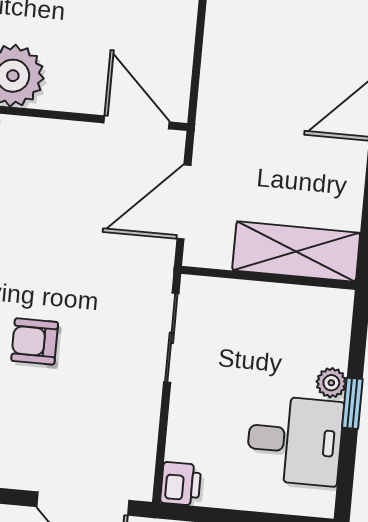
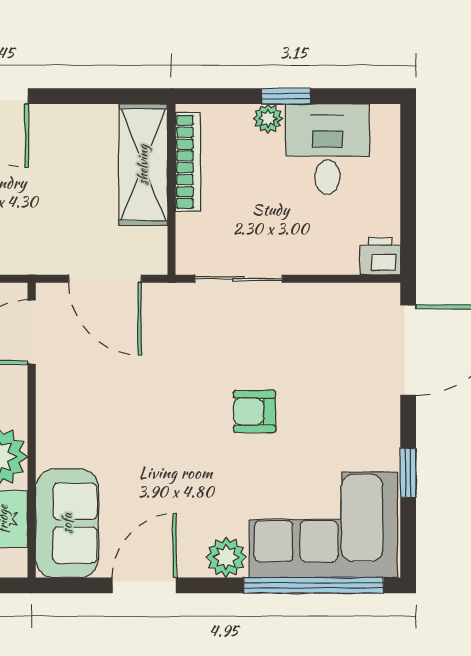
bookcase: (295, 297) -> (188, 162), added
armchair: (35, 341) -> (254, 412), turned 90

